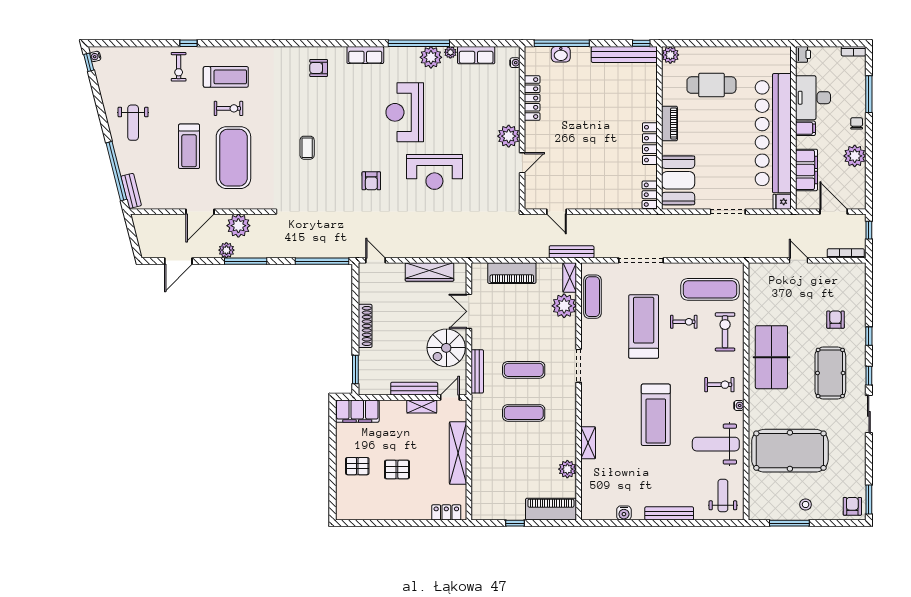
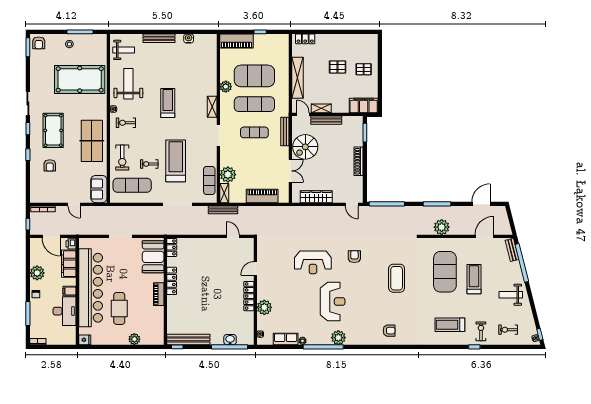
printer: (803, 54) -> (71, 244), moved
row of seats: (365, 55) -> (358, 339), removed
plant: (670, 55) -> (134, 339), moved
plant: (431, 57) -> (338, 338), moved
cafe table: (711, 85) -> (119, 308), moved, turned 90
locker: (532, 98) -> (249, 296), moved
exercise bike: (228, 108) -> (508, 330), moved
weight bench: (133, 123) -> (511, 295), turned -90
plant: (509, 136) -> (264, 307), moved
coffee table: (307, 148) -> (397, 278), width x1.86, depth x1.72
reception desk: (434, 172) -> (313, 262), turned 180
fridge: (782, 202) -> (85, 340), moved
door: (200, 212) -> (484, 236), moved
plant: (226, 250) -> (450, 211), removed
sofa: (761, 284) -> (99, 189), added
treadmill: (644, 327) -> (176, 161), turned 180
spiral stairs: (446, 348) -> (305, 147), turned 180
door: (450, 397) -> (303, 114), swing flipped
exercise mat: (524, 413) -> (254, 104), width x1.36, depth x1.45
treadmill: (656, 415) -> (168, 103), width x0.73, depth x0.73
shelving: (588, 443) -> (212, 107), moved
weight bench: (716, 444) -> (128, 84), turned -90
exercise mat: (524, 456) -> (254, 76), added
plant: (567, 469) -> (226, 87), moved
weight bench: (723, 496) -> (124, 50), turned -90

